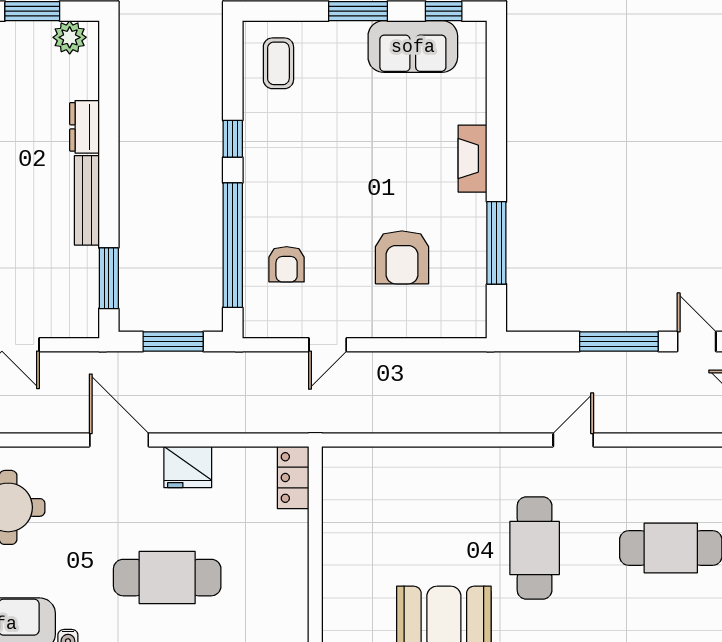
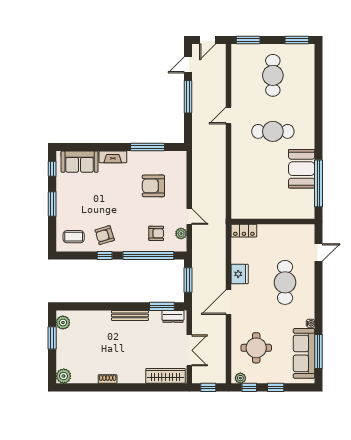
sofa: (413, 47) -> (80, 162), moved, turned 90
dresser: (84, 127) -> (173, 316), moved
armchair: (282, 139) -> (105, 235), added
armchair: (402, 257) -> (153, 186), turned 180
plant: (286, 325) -> (181, 234), added
door: (573, 440) -> (228, 116), hinge flipped

